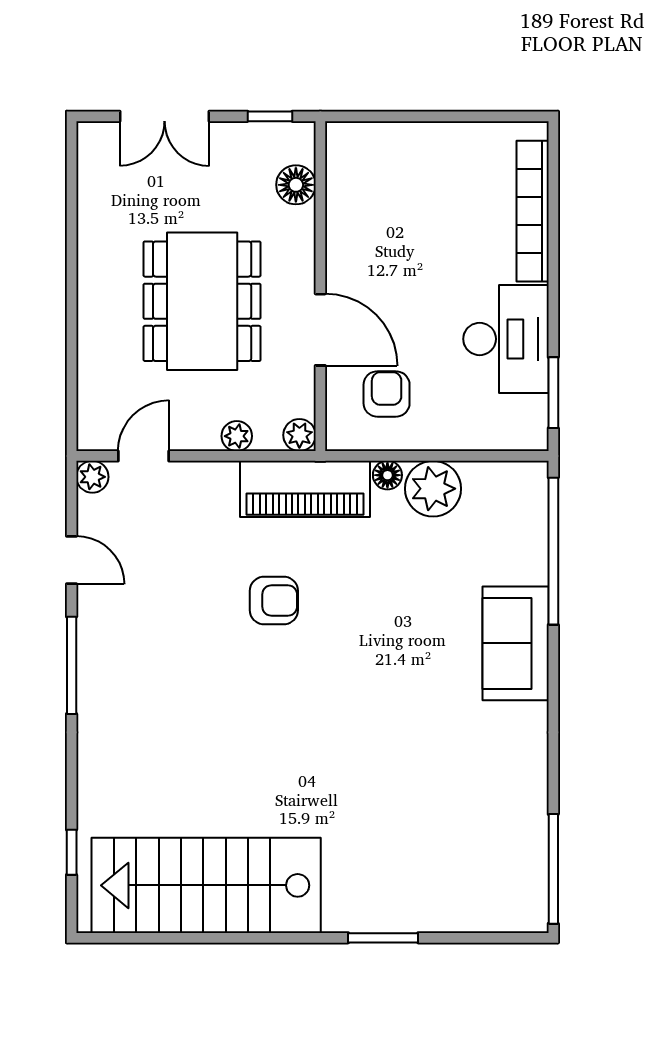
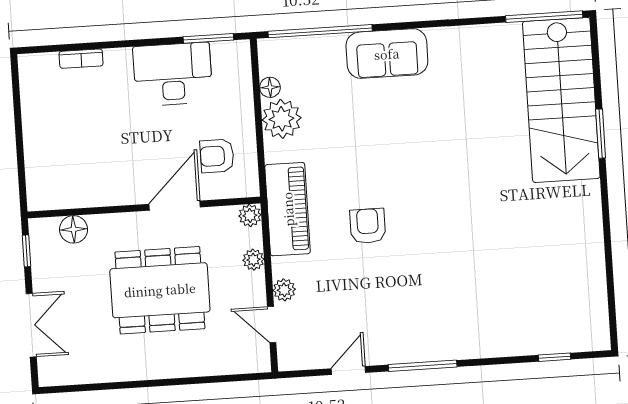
bookcase: (533, 211) -> (81, 59), width x0.43, depth x0.76
floor lamp: (387, 475) -> (270, 87), moved
plant: (92, 477) -> (284, 290), moved
stairs: (206, 885) -> (561, 100), moved

